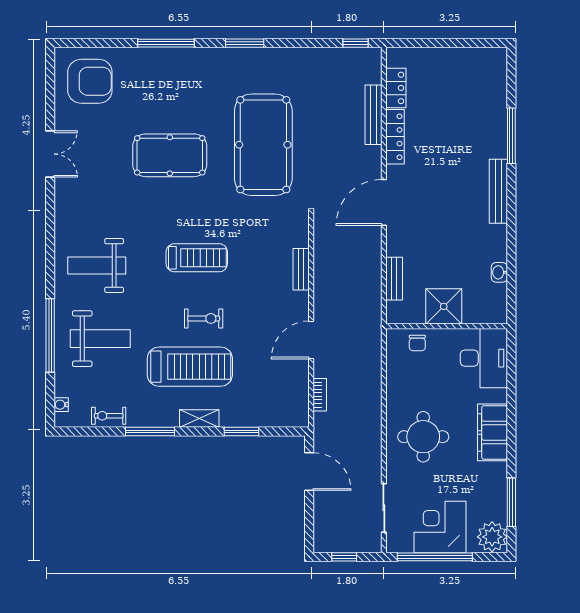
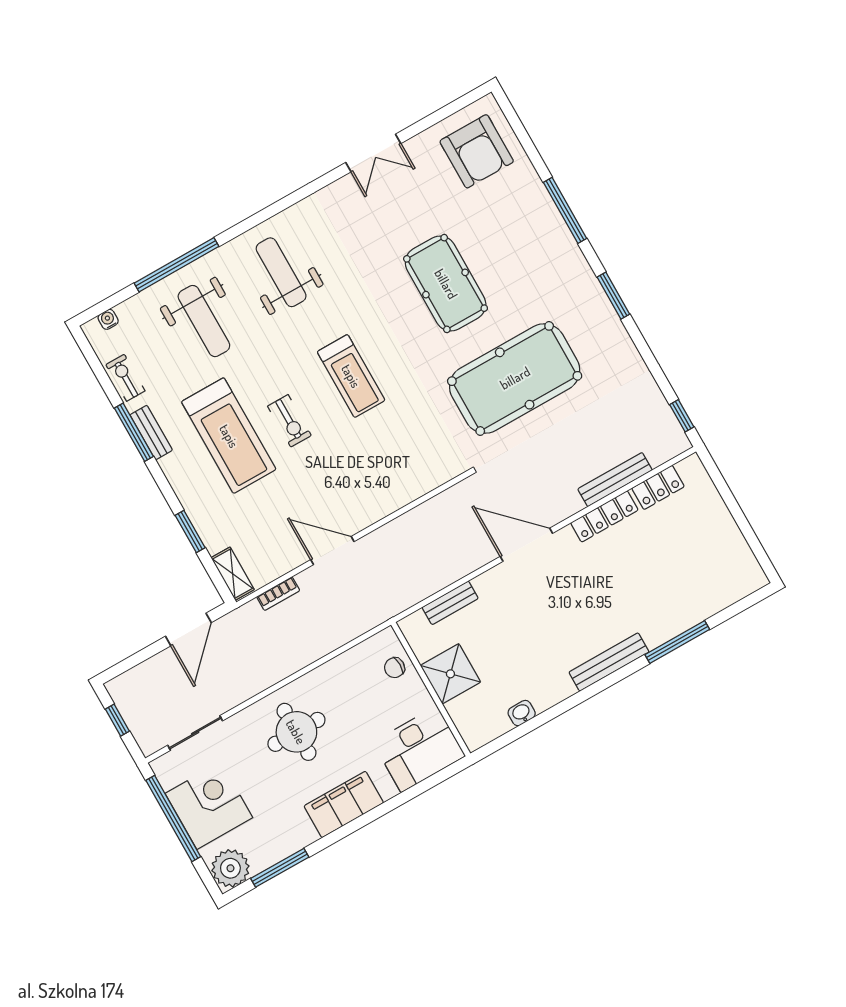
bench: (301, 269) -> (151, 432), moved, turned 90
shelving: (199, 419) -> (233, 574), moved

